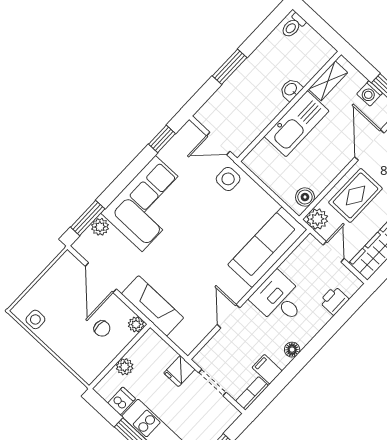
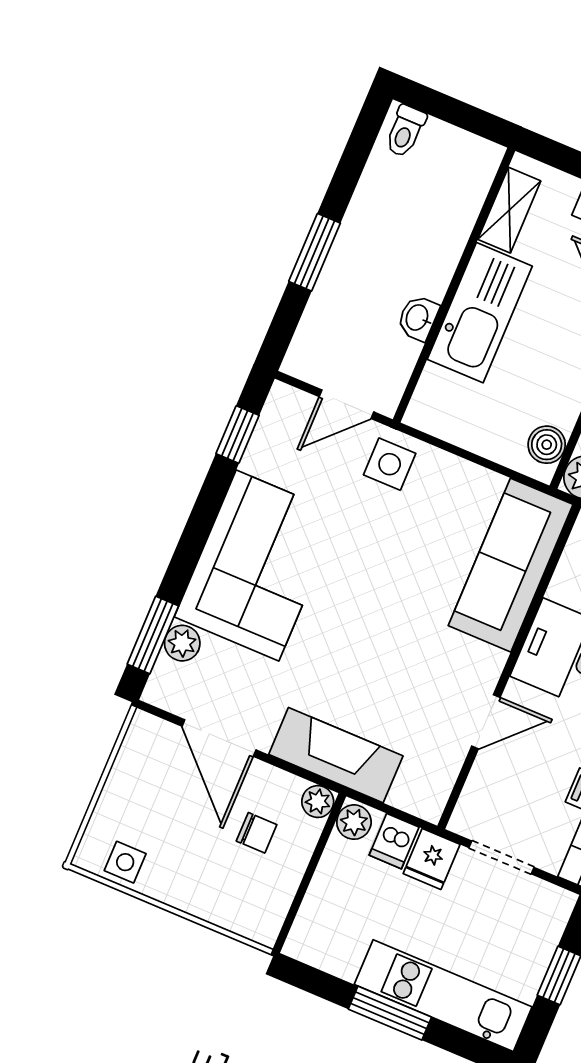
washbasin: (291, 90) -> (418, 318), moved
door: (229, 316) -> (486, 722), swing flipped
plant: (125, 367) -> (354, 822), moved
dishwasher: (121, 401) -> (394, 841), moved, turned 180

